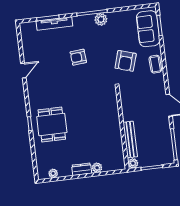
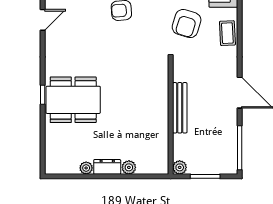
dining table: (52, 125) -> (73, 100), width x1.38
bench: (130, 139) -> (180, 108), moved
plant: (53, 173) -> (86, 168), moved

